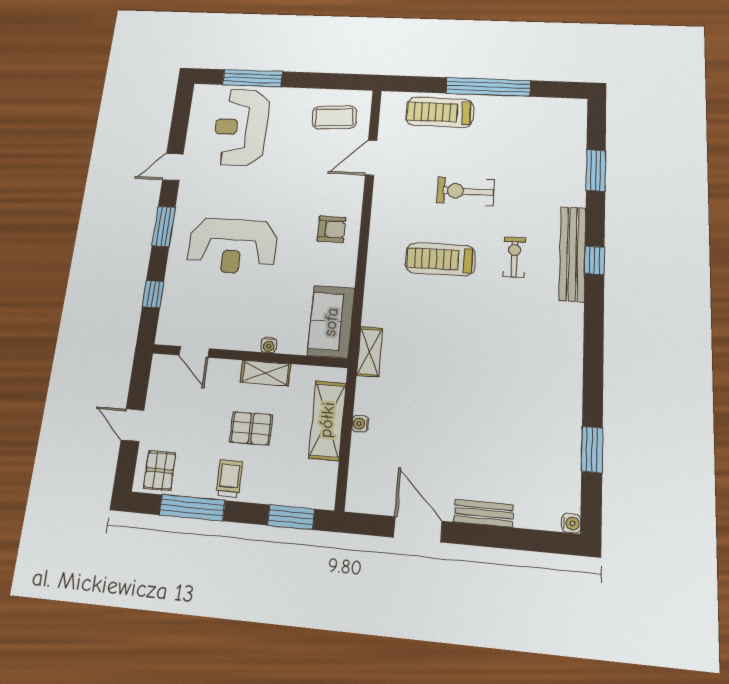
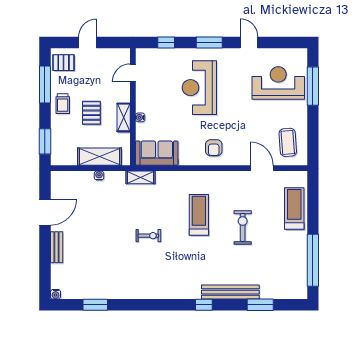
window: (488, 87) -> (313, 260), moved
bench: (573, 254) -> (230, 292), moved
exercise bike: (514, 257) -> (148, 236), moved
trolley: (229, 478) -> (63, 104), turned 90

